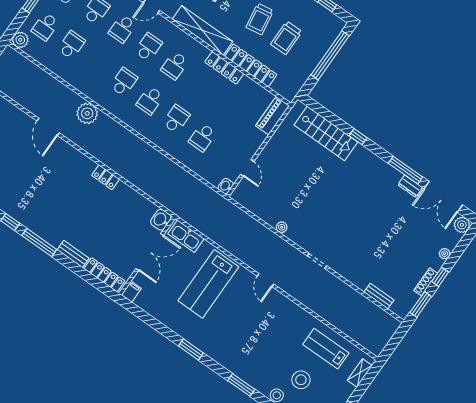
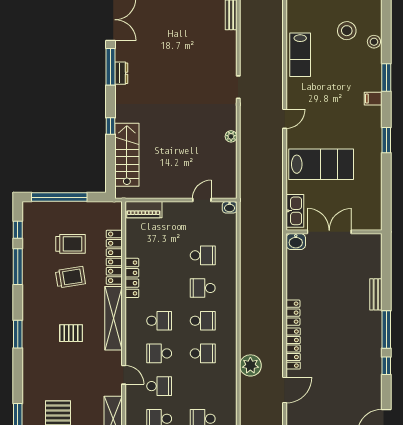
school desk: (124, 82) -> (203, 353), turned 180
dresser: (410, 186) -> (121, 73), moved
locker: (104, 275) -> (293, 349), moved, turned 180
filing cabinet: (131, 292) -> (373, 99), moved
lab bench: (326, 349) -> (300, 55), moved

